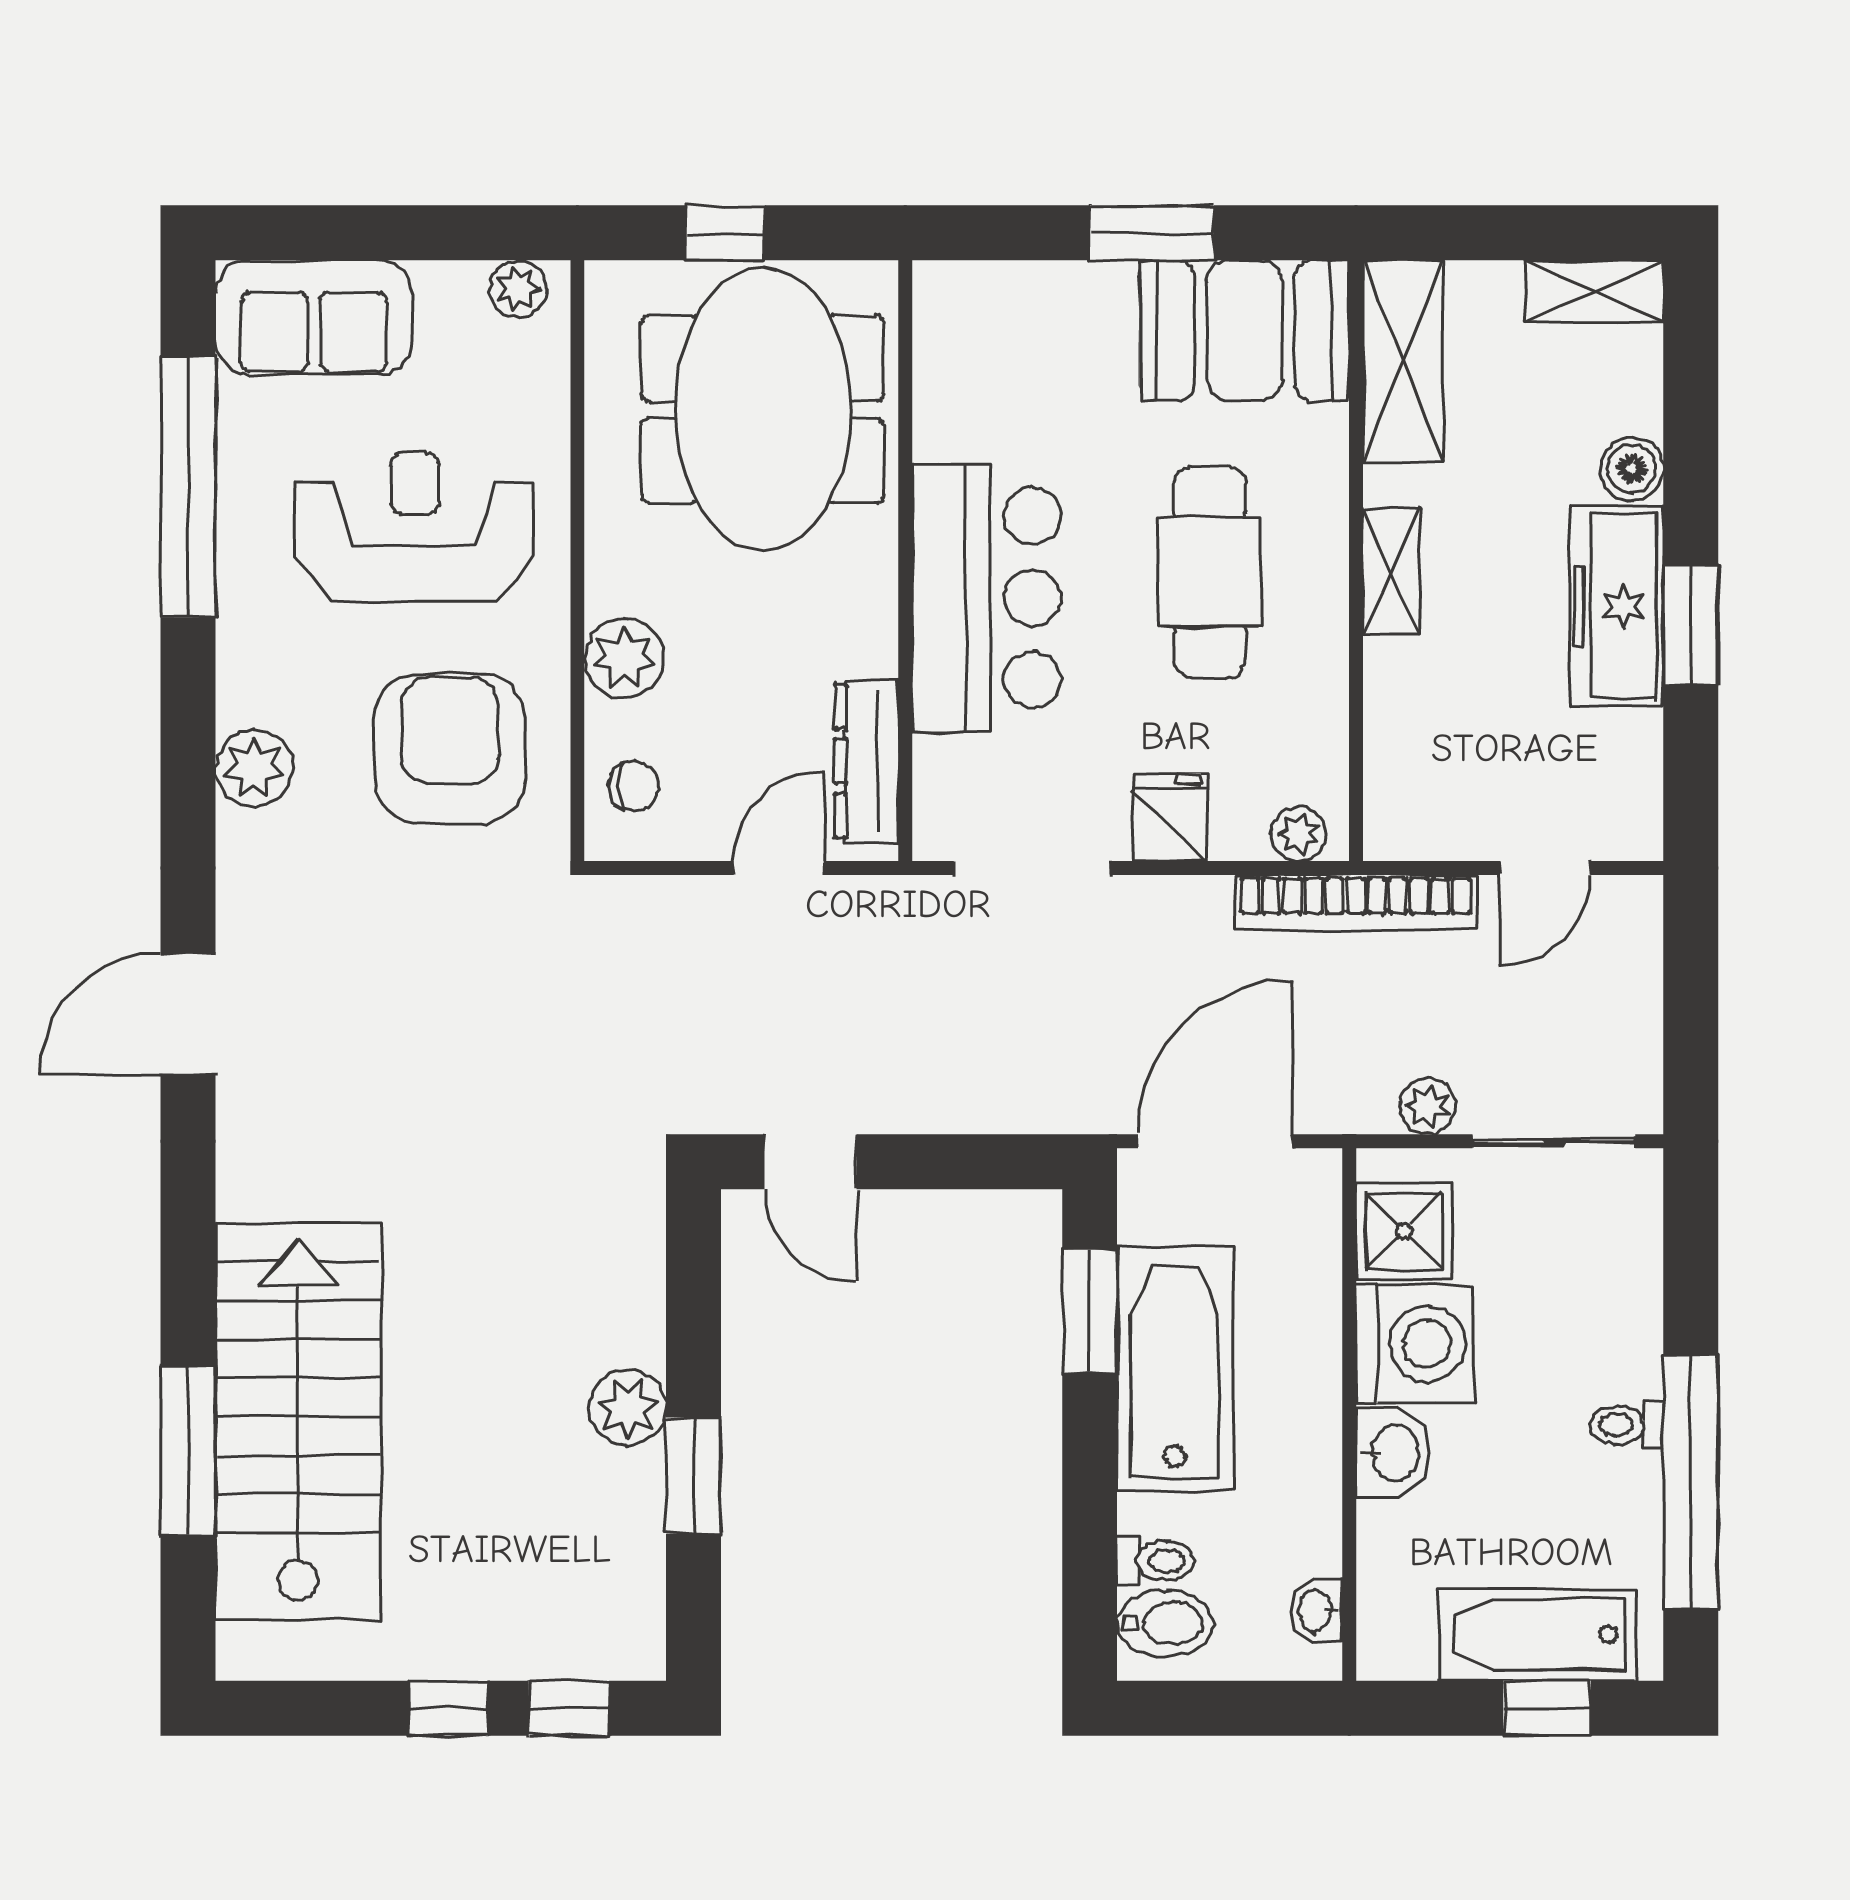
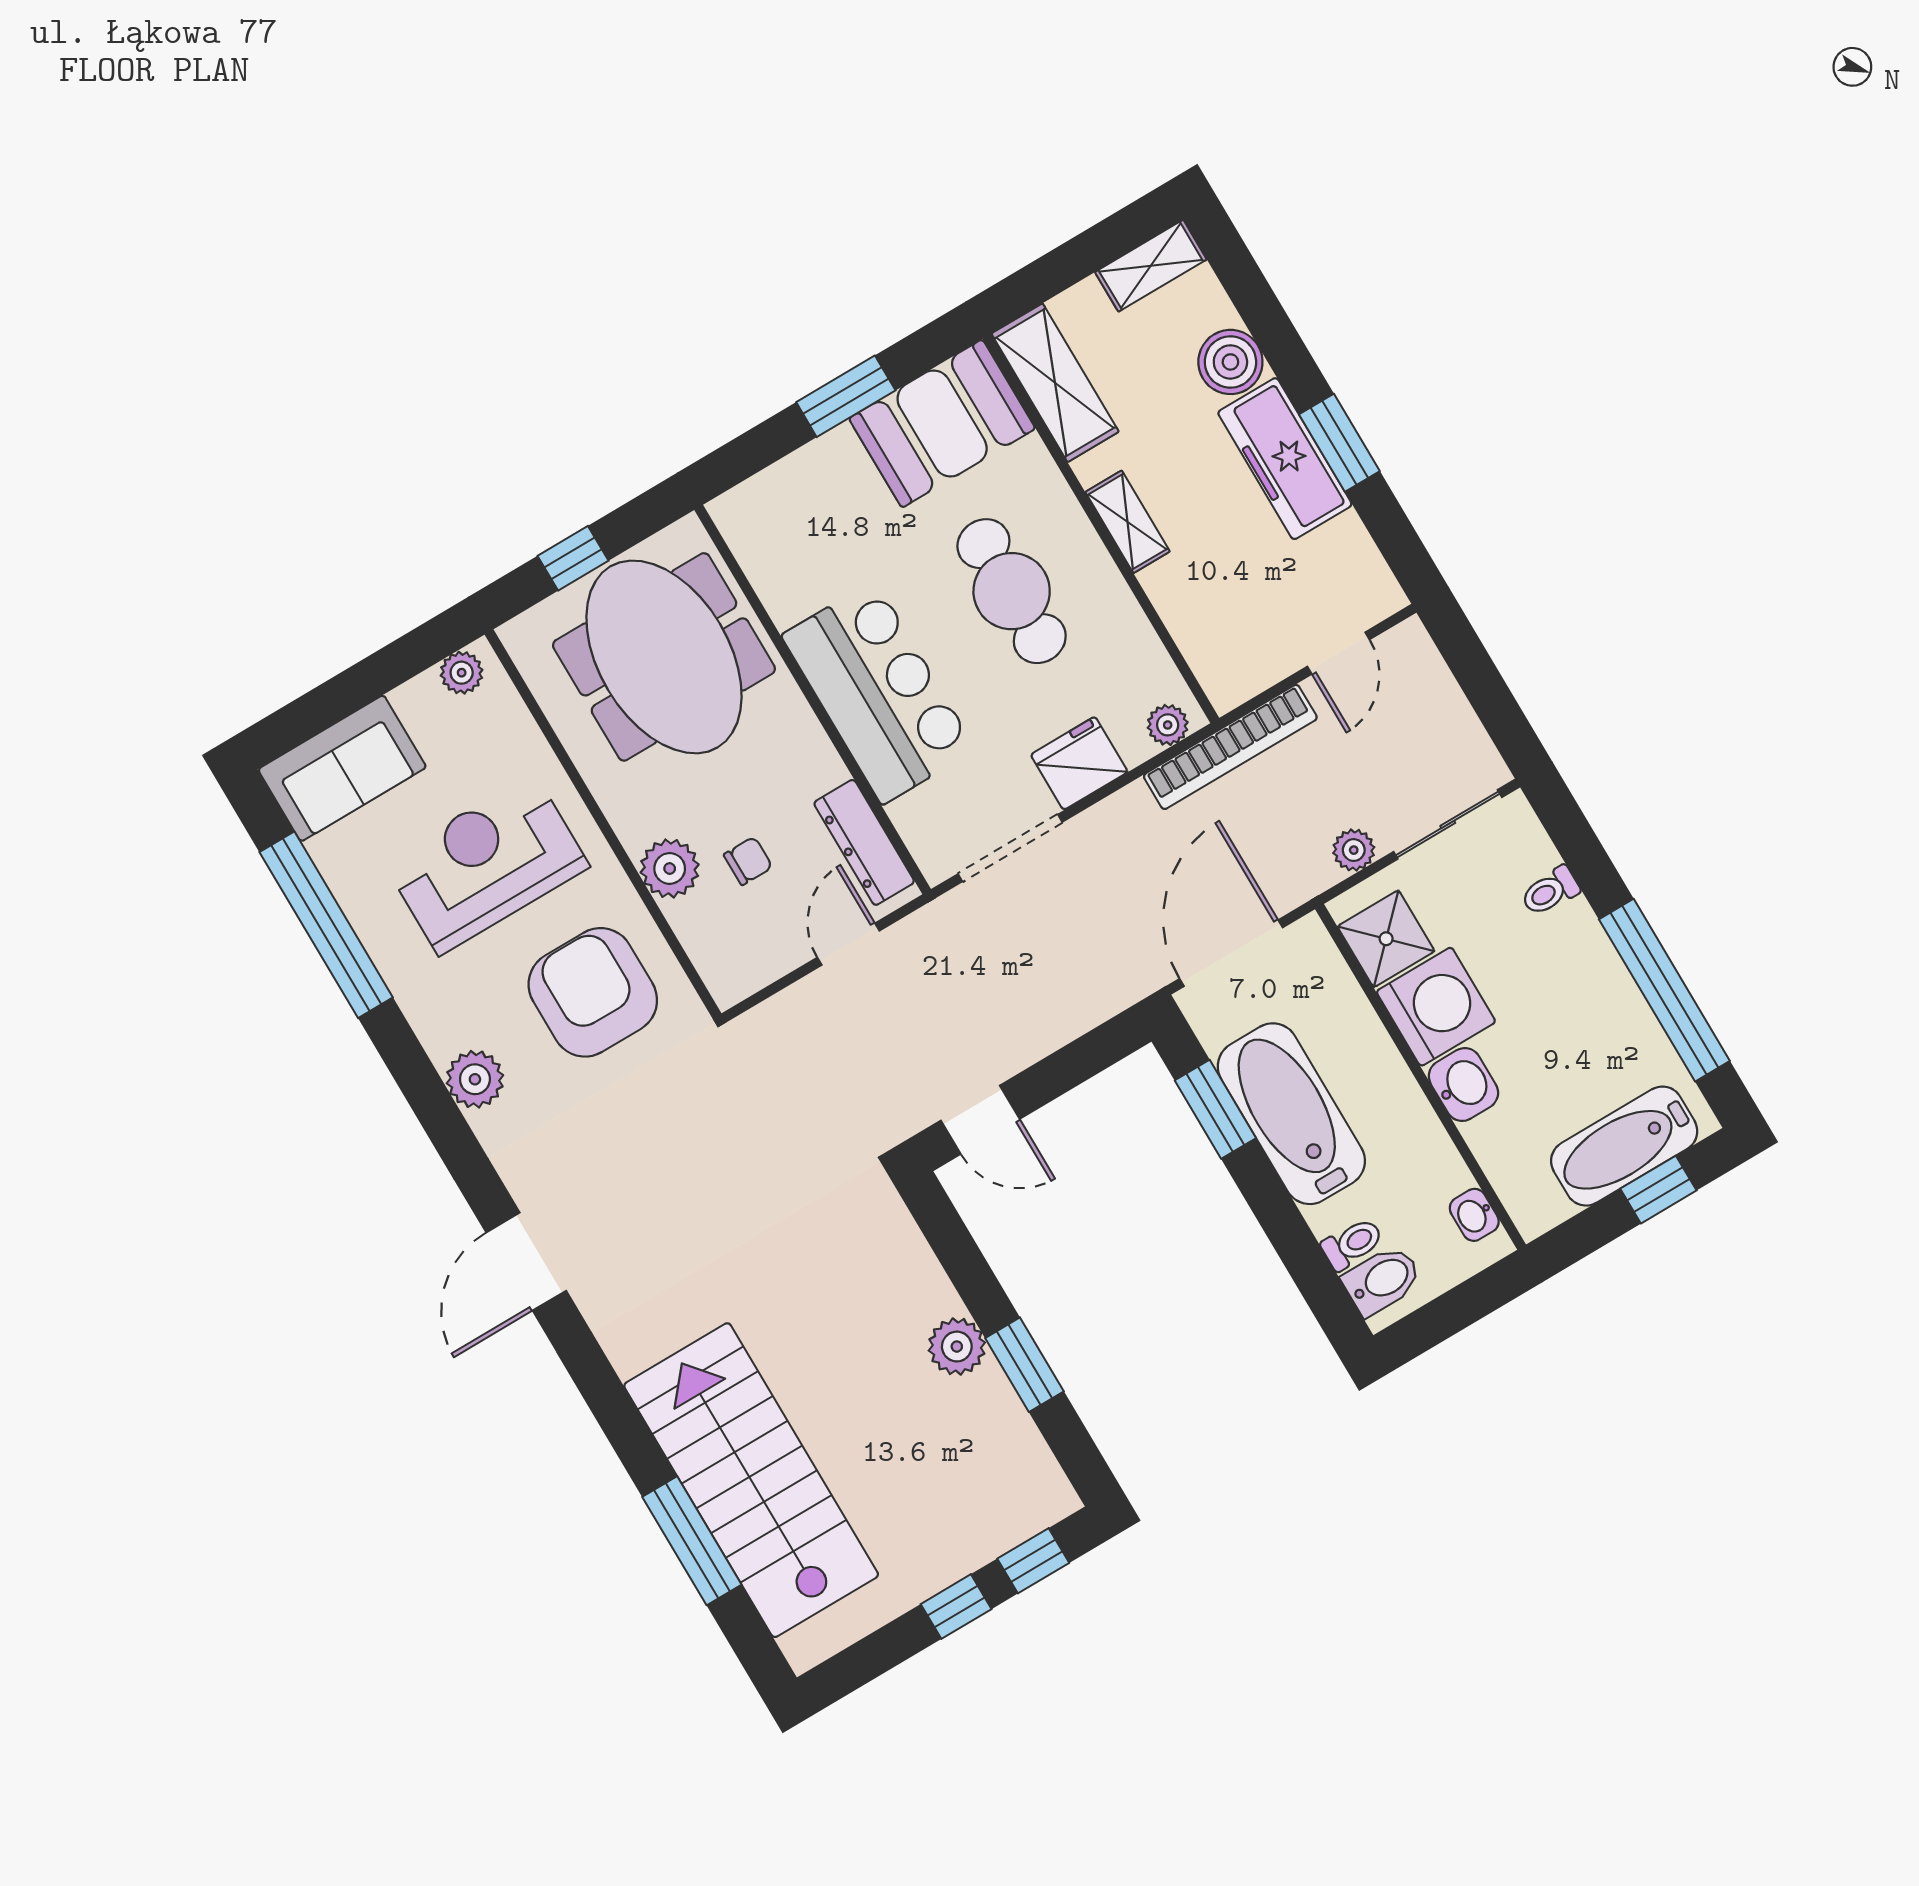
boiler: (1632, 469) -> (1230, 362), width x1.36, depth x1.36
chair: (634, 786) -> (748, 861), moved
fridge: (1170, 817) -> (1079, 763), width x1.38
toilet: (1627, 1425) -> (1550, 891), moved

